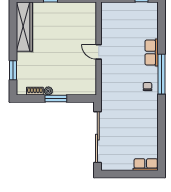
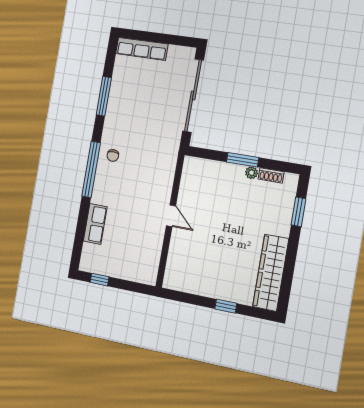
row of seats: (152, 53) -> (95, 224), moved
window: (162, 127) -> (104, 96), added
row of seats: (146, 165) -> (142, 49), width x1.48

